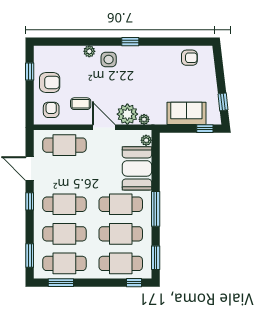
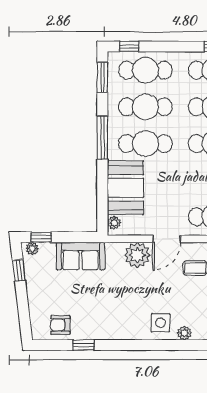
window: (130, 42) -> (84, 345), moved
sofa: (186, 113) -> (81, 256), moved
plant: (144, 119) -> (32, 249), moved
door: (104, 127) -> (167, 239), hinge flipped

